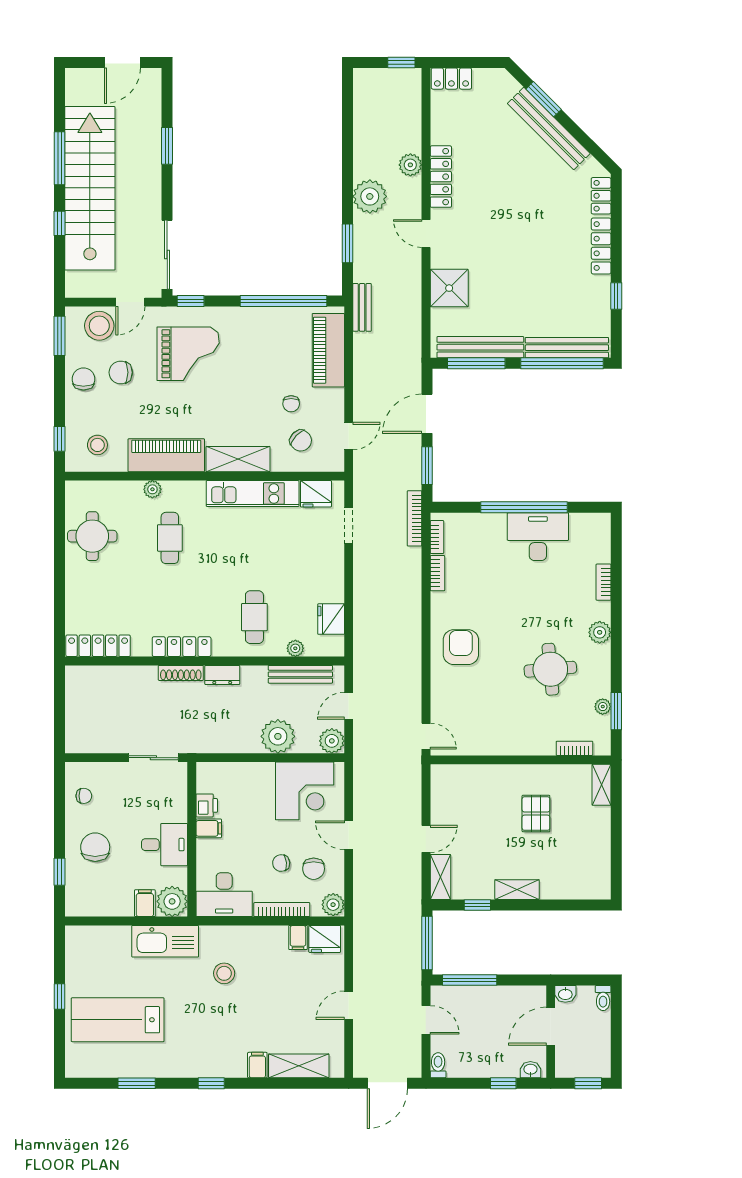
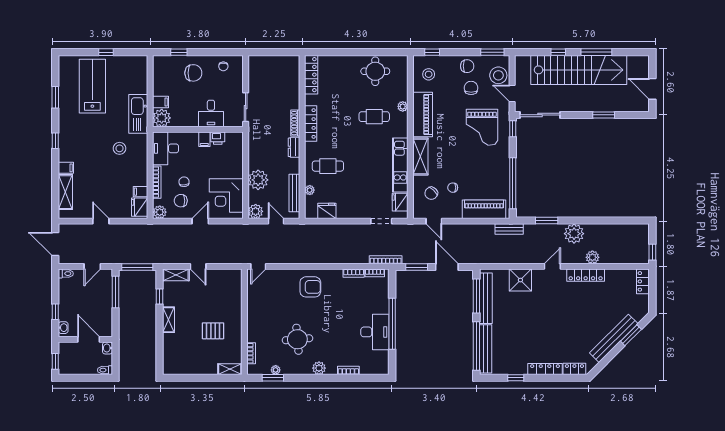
desk: (165, 845) -> (211, 114), moved

